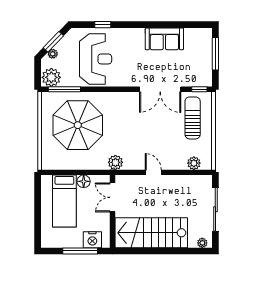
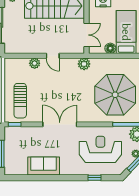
reception desk: (96, 59) -> (100, 149), turned 90
double door: (160, 89) -> (60, 124), moved
plant: (194, 163) -> (35, 63), moved

